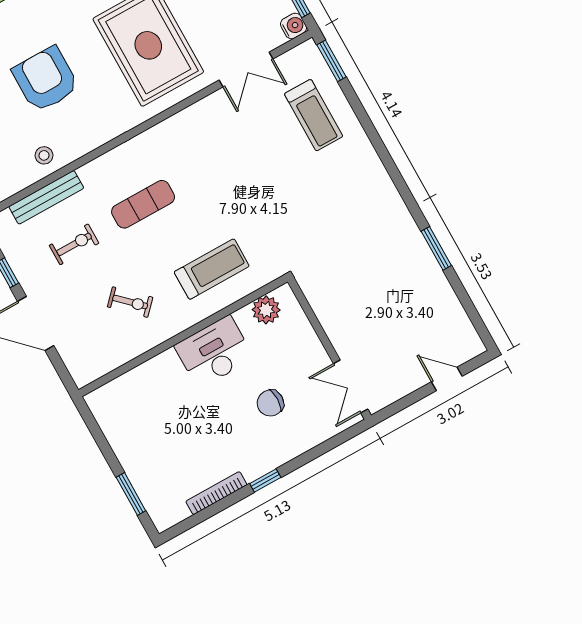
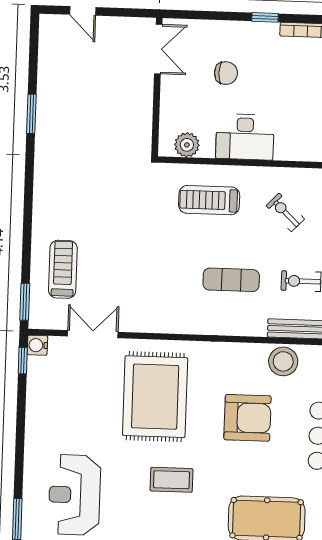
armchair: (46, 79) -> (247, 418), turned -90
stool: (44, 155) -> (283, 361), width x1.89, depth x1.89

